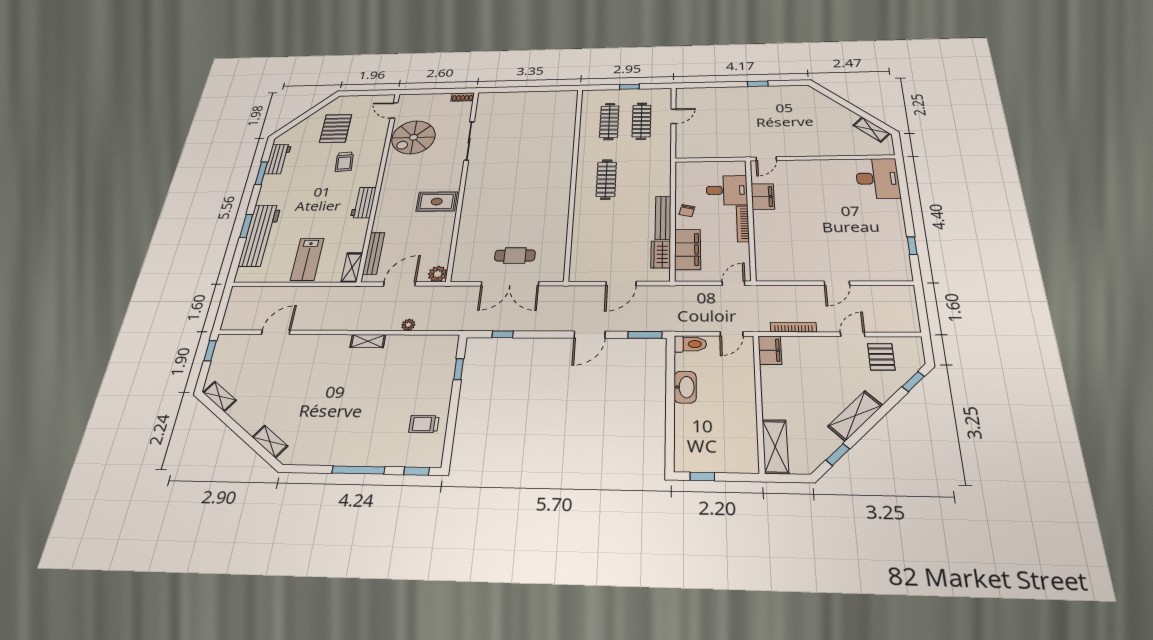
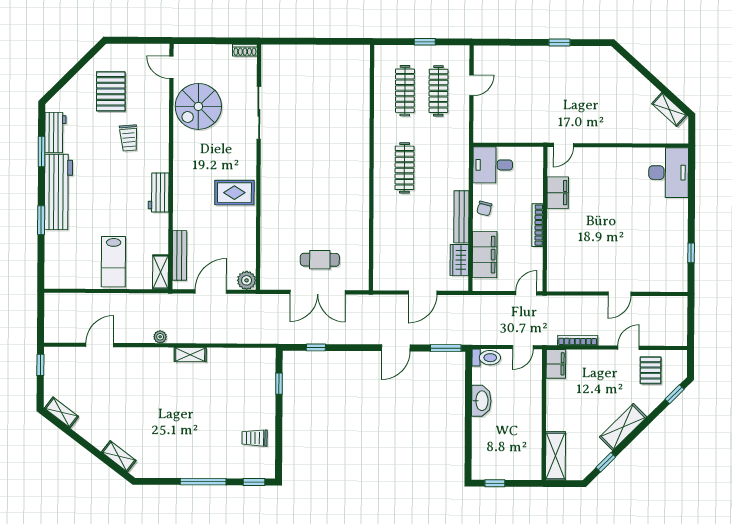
desk: (727, 190) -> (493, 165), moved, turned 180
workbench: (260, 235) -> (58, 192), moved
plant: (408, 325) -> (160, 337), moved

